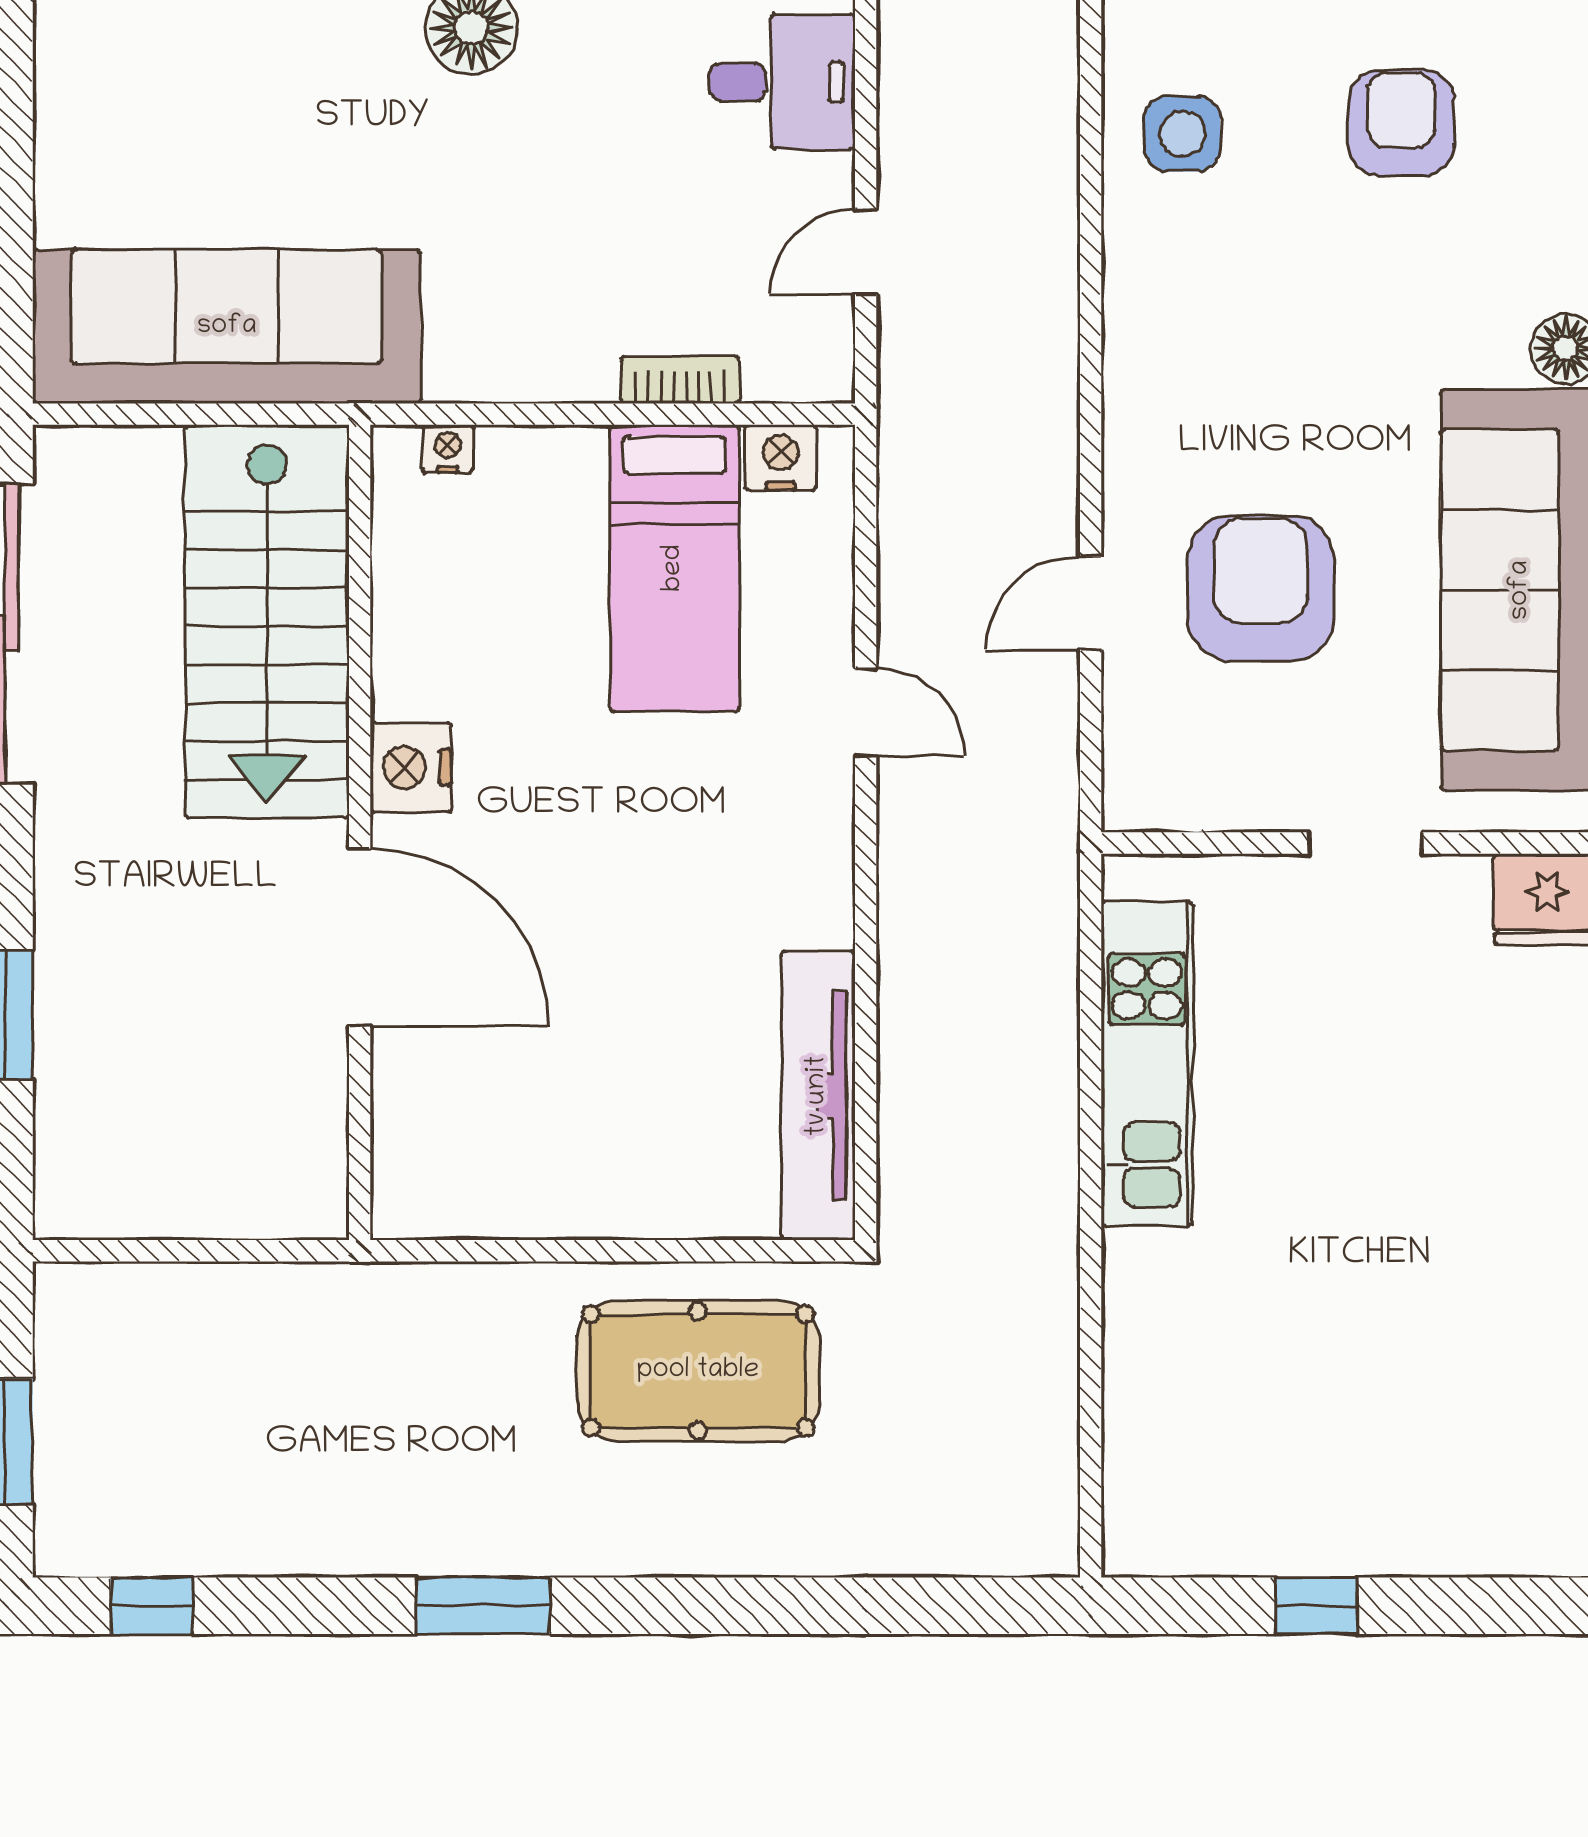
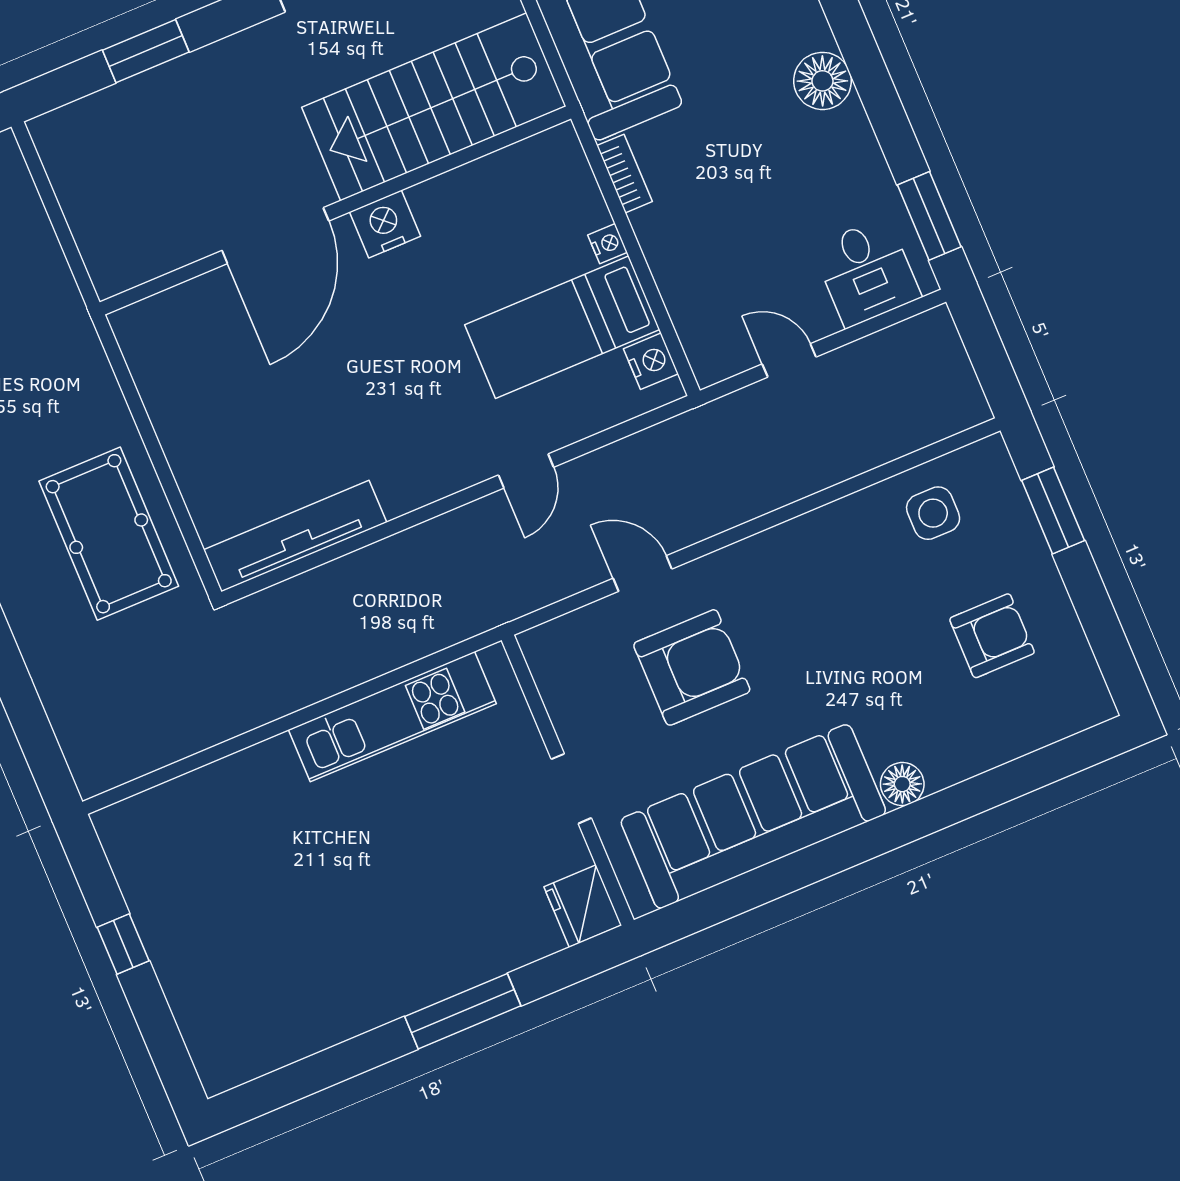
bookcase: (680, 380) -> (625, 174), moved
nightstand: (448, 449) -> (608, 244), moved

